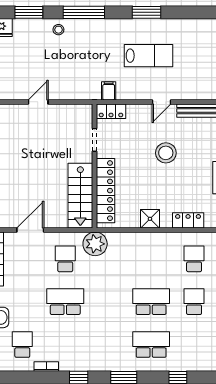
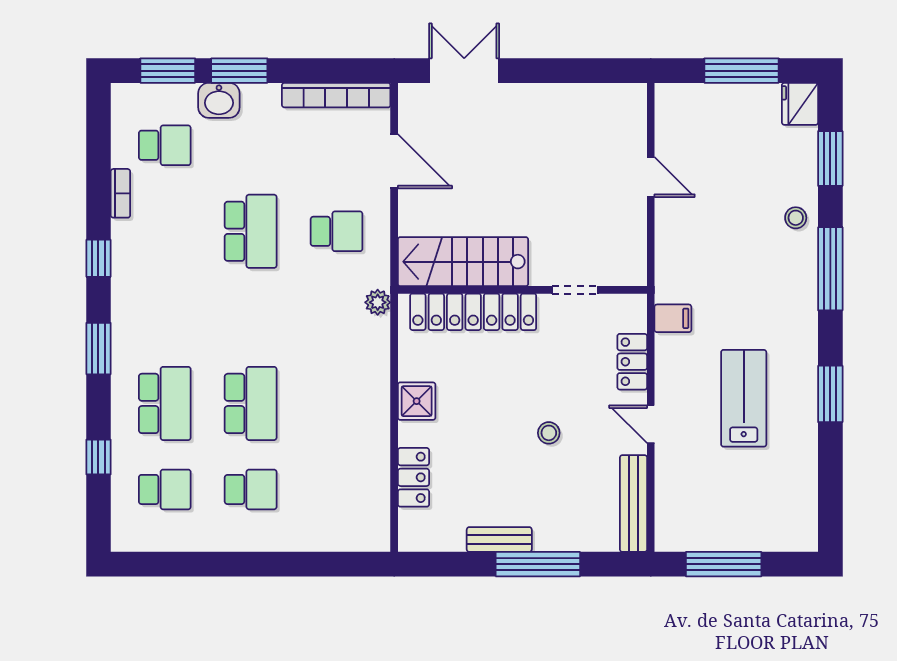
lab bench: (149, 56) -> (744, 398), turned 180
locker: (111, 111) -> (632, 362), moved
stool: (166, 153) -> (549, 433), width x0.53, depth x0.53
plant: (95, 244) -> (378, 302), width x0.53, depth x0.53
school desk: (194, 259) -> (165, 489), moved

